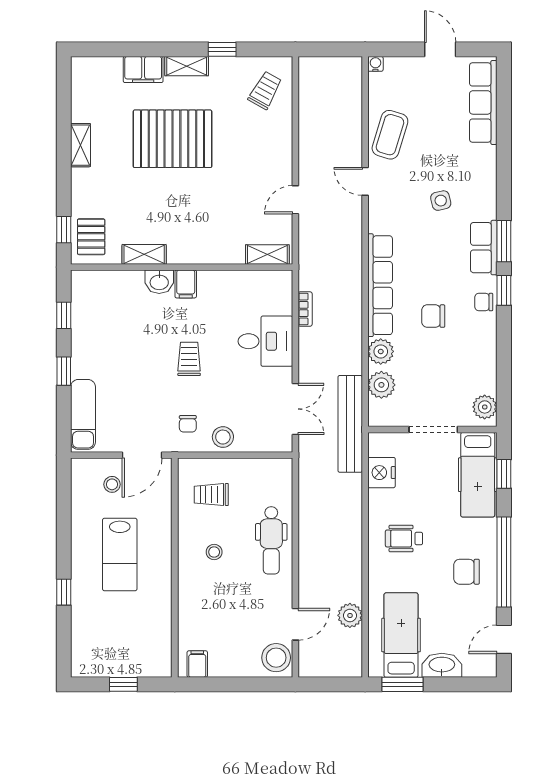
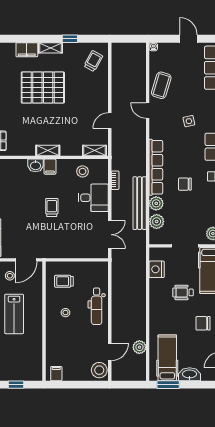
shelving: (144, 254) -> (48, 150), moved
chair: (188, 424) -> (51, 243), removed
bench: (350, 424) -> (140, 203), moved
stool: (223, 437) -> (83, 171), moved
wheelchair: (404, 538) -> (183, 292), moved

